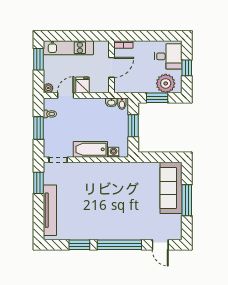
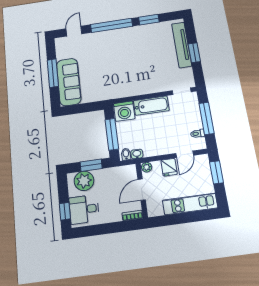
window: (39, 59) -> (217, 172), moved
window: (187, 68) -> (65, 211), moved
plant: (48, 88) -> (147, 167), moved
window: (133, 126) -> (112, 134), width x1.44
window: (39, 128) -> (207, 118), width x1.44
washing machine: (114, 152) -> (124, 111), width x1.89, depth x1.89
window: (39, 183) -> (194, 53), moved
door: (160, 245) -> (74, 31), hinge flipped

